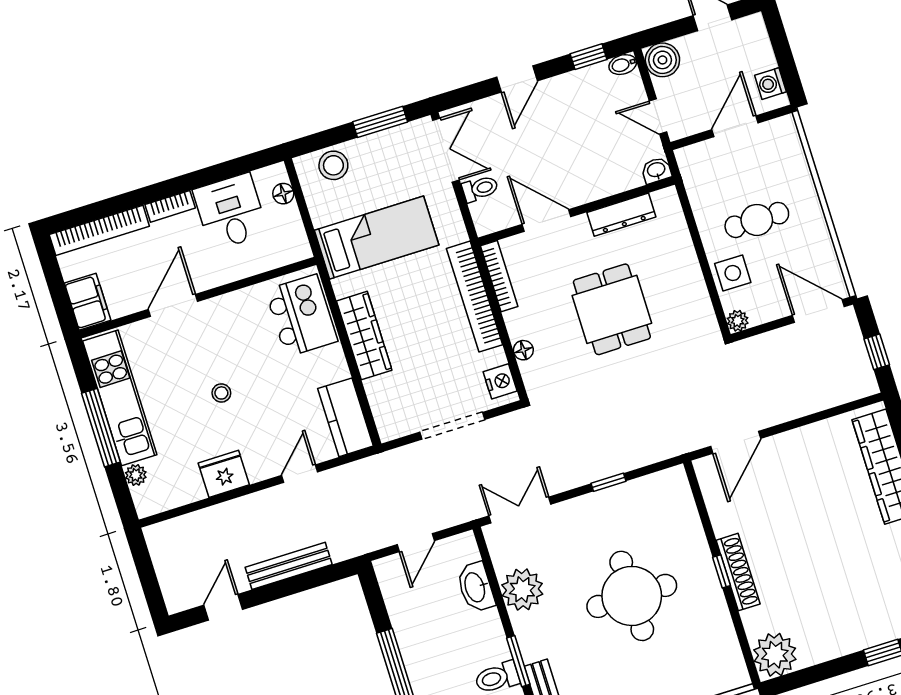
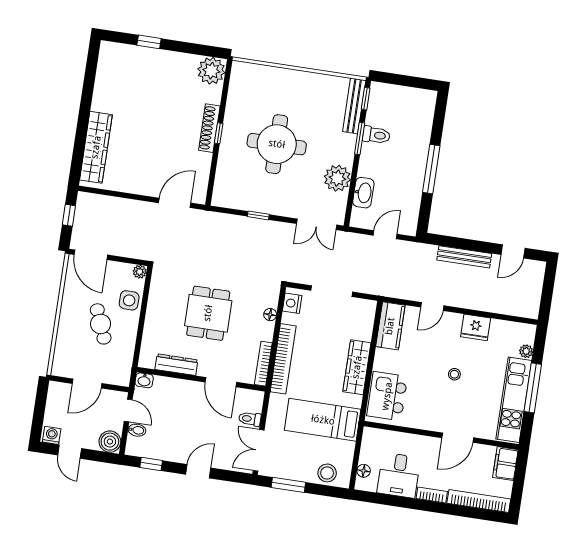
bidet: (623, 65) -> (137, 430), moved
washing machine: (771, 84) -> (52, 435), moved, turned -90
cafe table: (757, 220) -> (101, 324), turned 68

